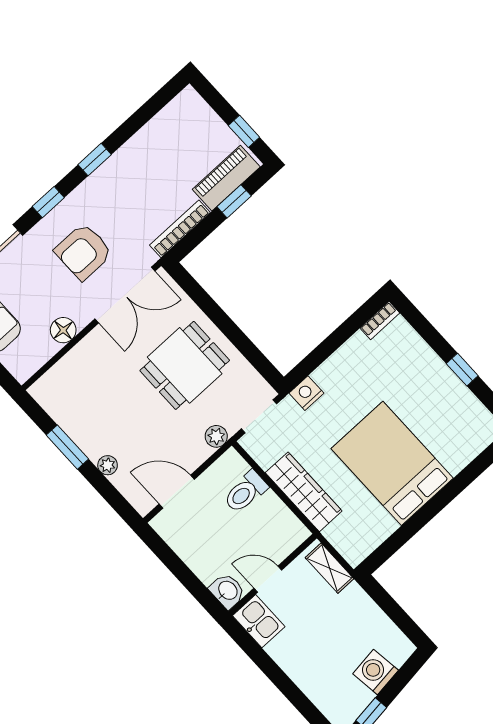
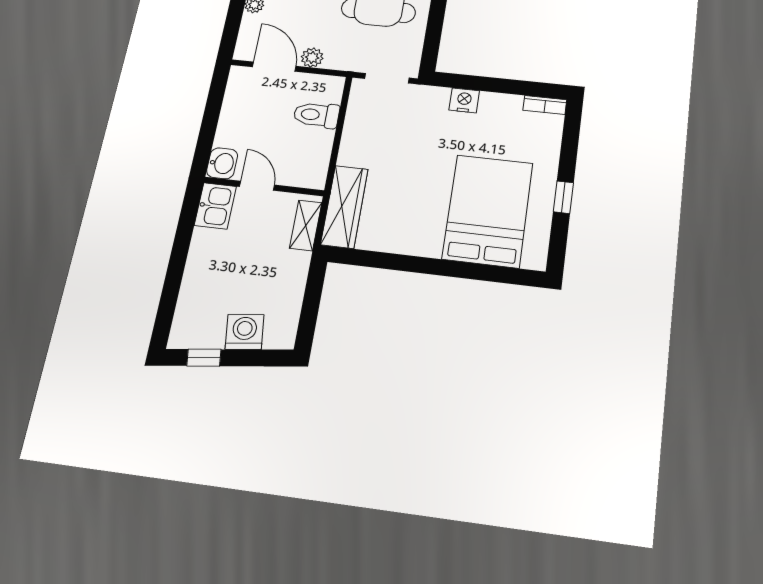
nightstand: (306, 393) -> (464, 100), moved
plant: (216, 436) -> (312, 58), moved
bed: (392, 463) -> (488, 211), moved
wardrobe: (304, 492) -> (344, 207), moved

